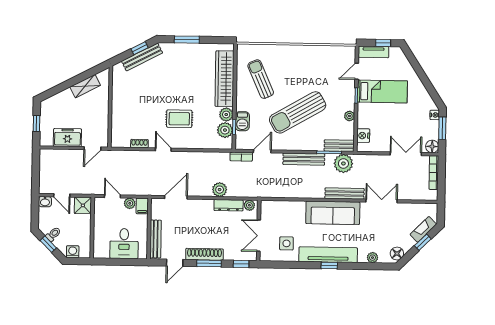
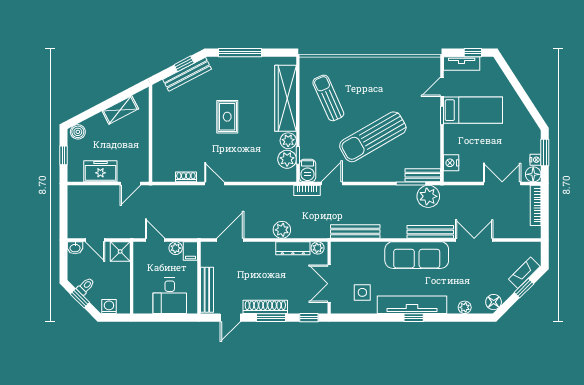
window: (187, 40) -> (240, 53), width x1.44
boiler: (49, 104) -> (78, 132), added
nightstand: (435, 115) -> (535, 160), moved
plant: (349, 116) -> (434, 140), removed
rug: (179, 119) -> (227, 117), moved, turned 90
barbecue: (242, 121) -> (307, 171), moved
bench: (304, 159) -> (355, 232), moved

